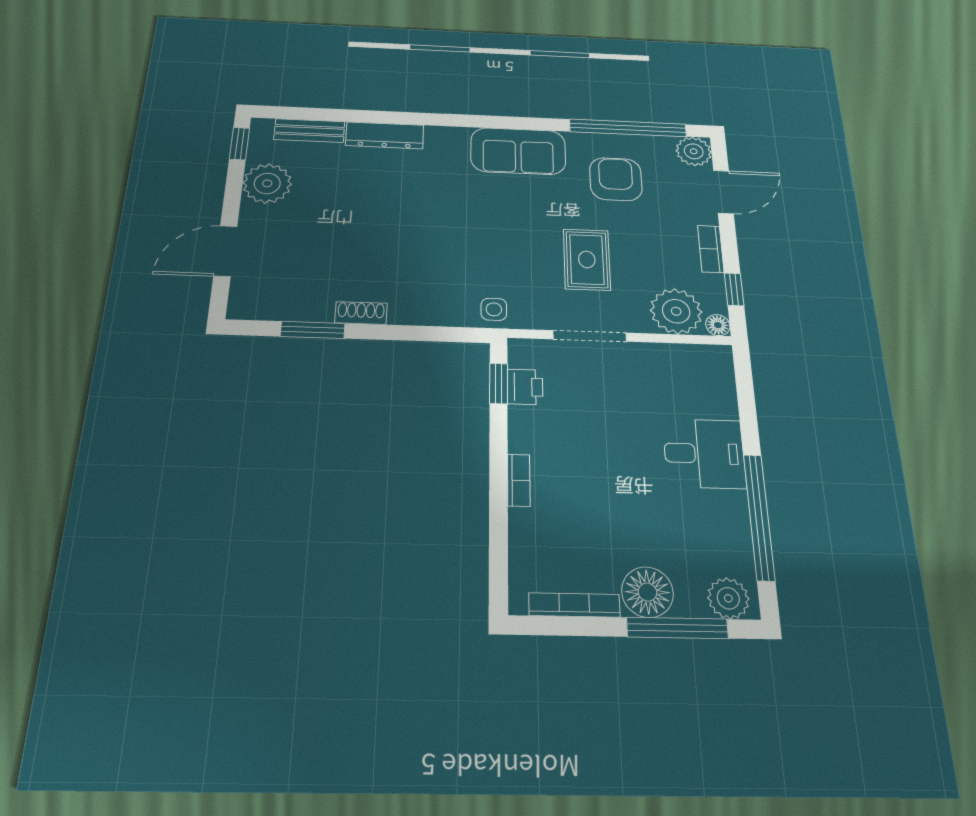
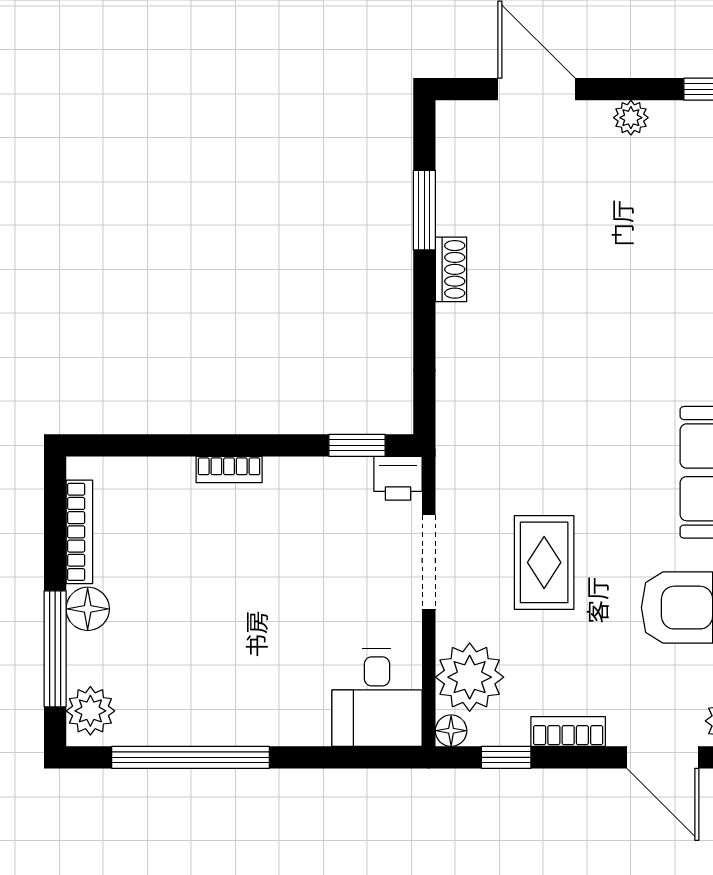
plant: (267, 183) -> (631, 118), width x0.53, depth x0.53
rug: (587, 259) -> (544, 562), turned 90
side table: (494, 309) -> (463, 439), removed
printer: (525, 387) -> (398, 478), moved
desk: (704, 453) -> (377, 698), moved
floor lamp: (647, 592) -> (88, 609), width x0.73, depth x0.73

